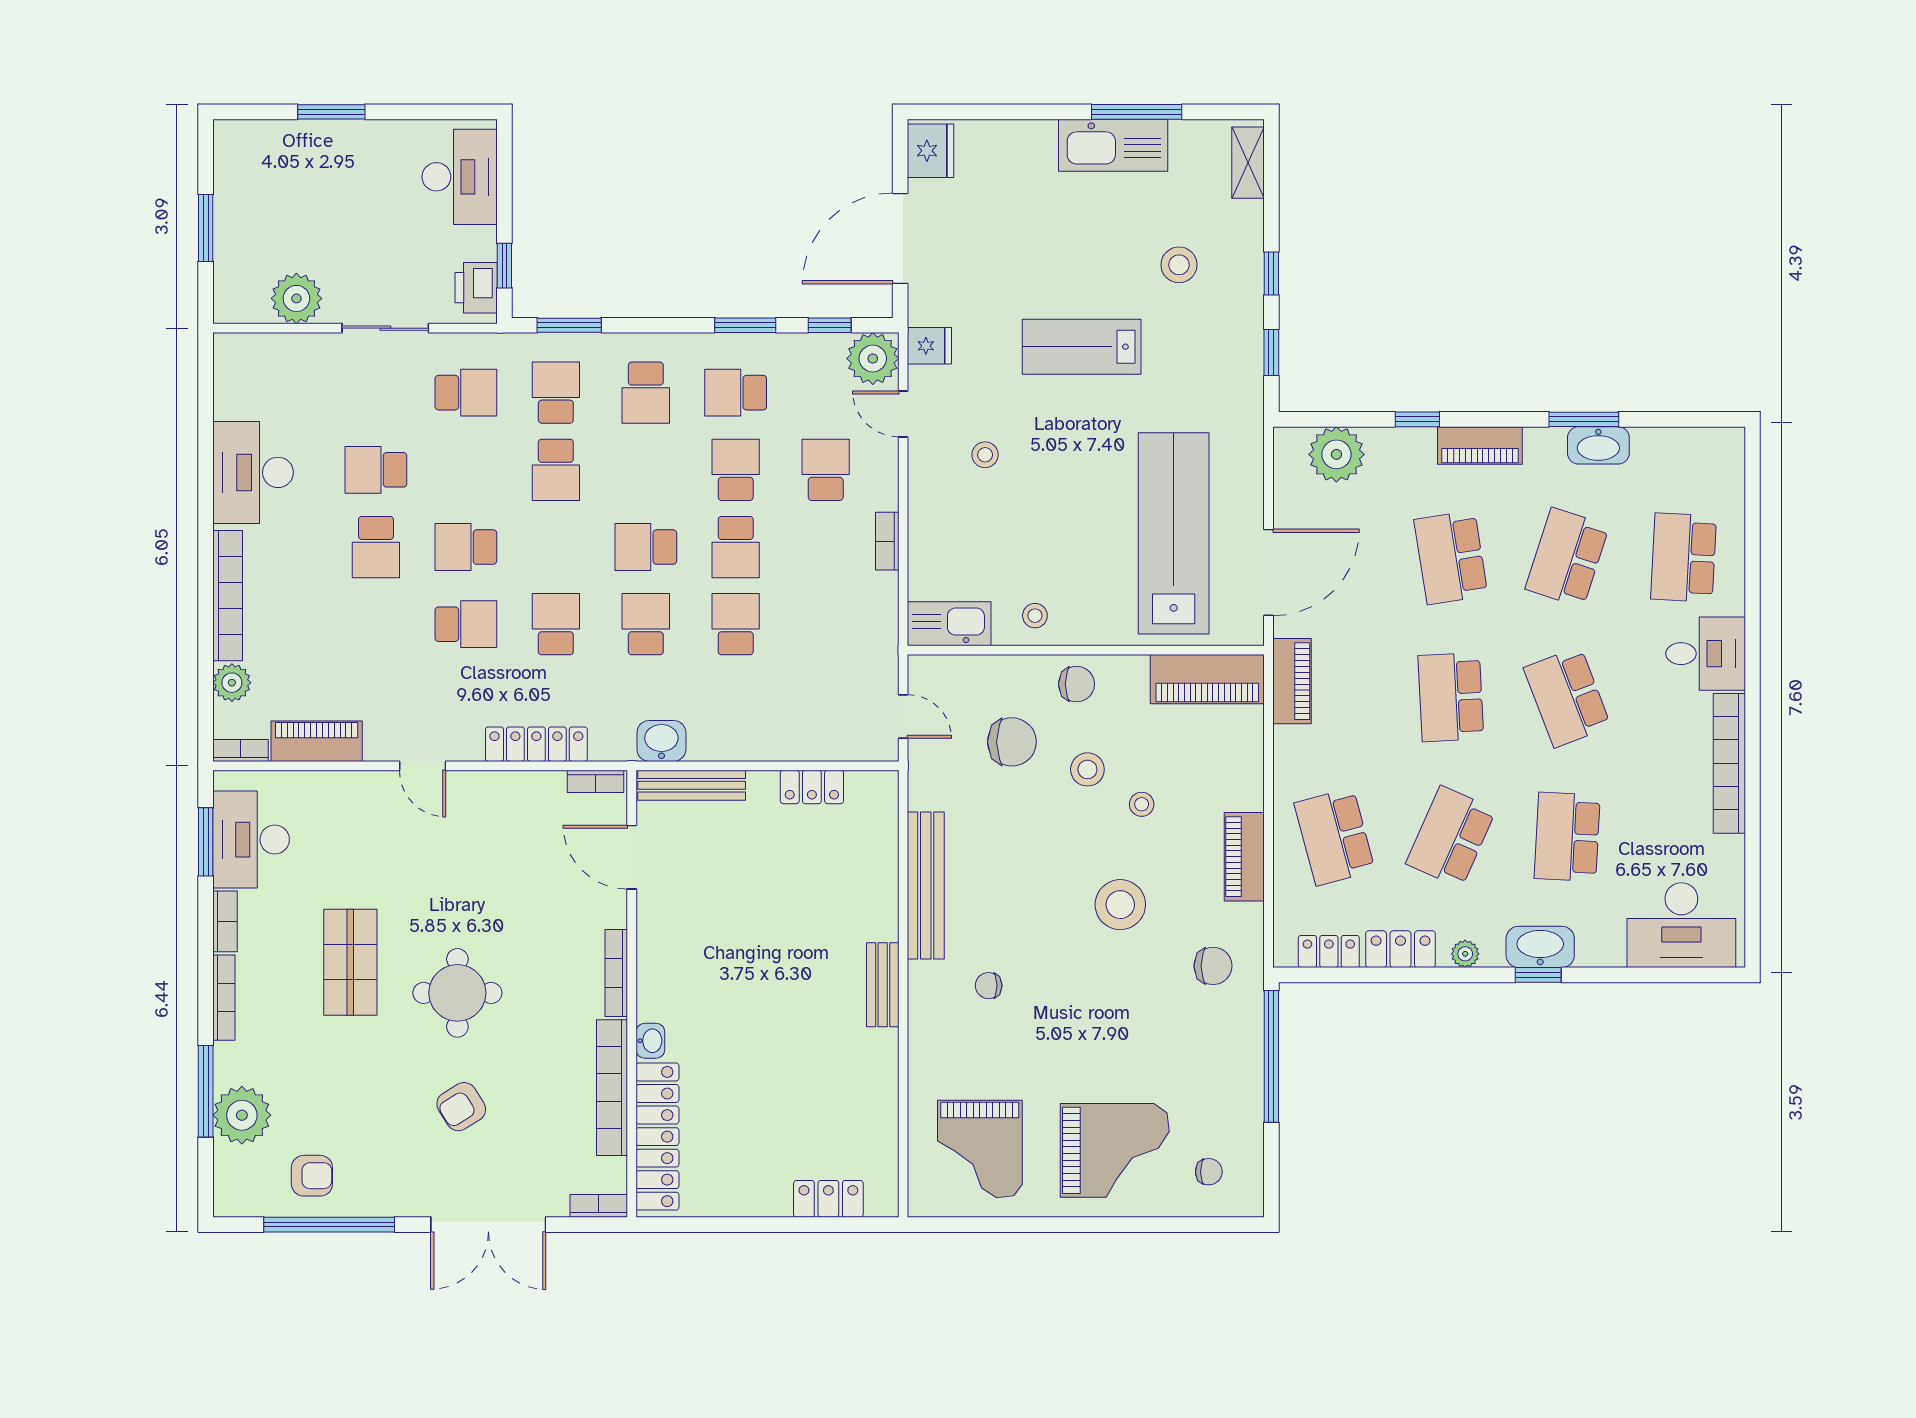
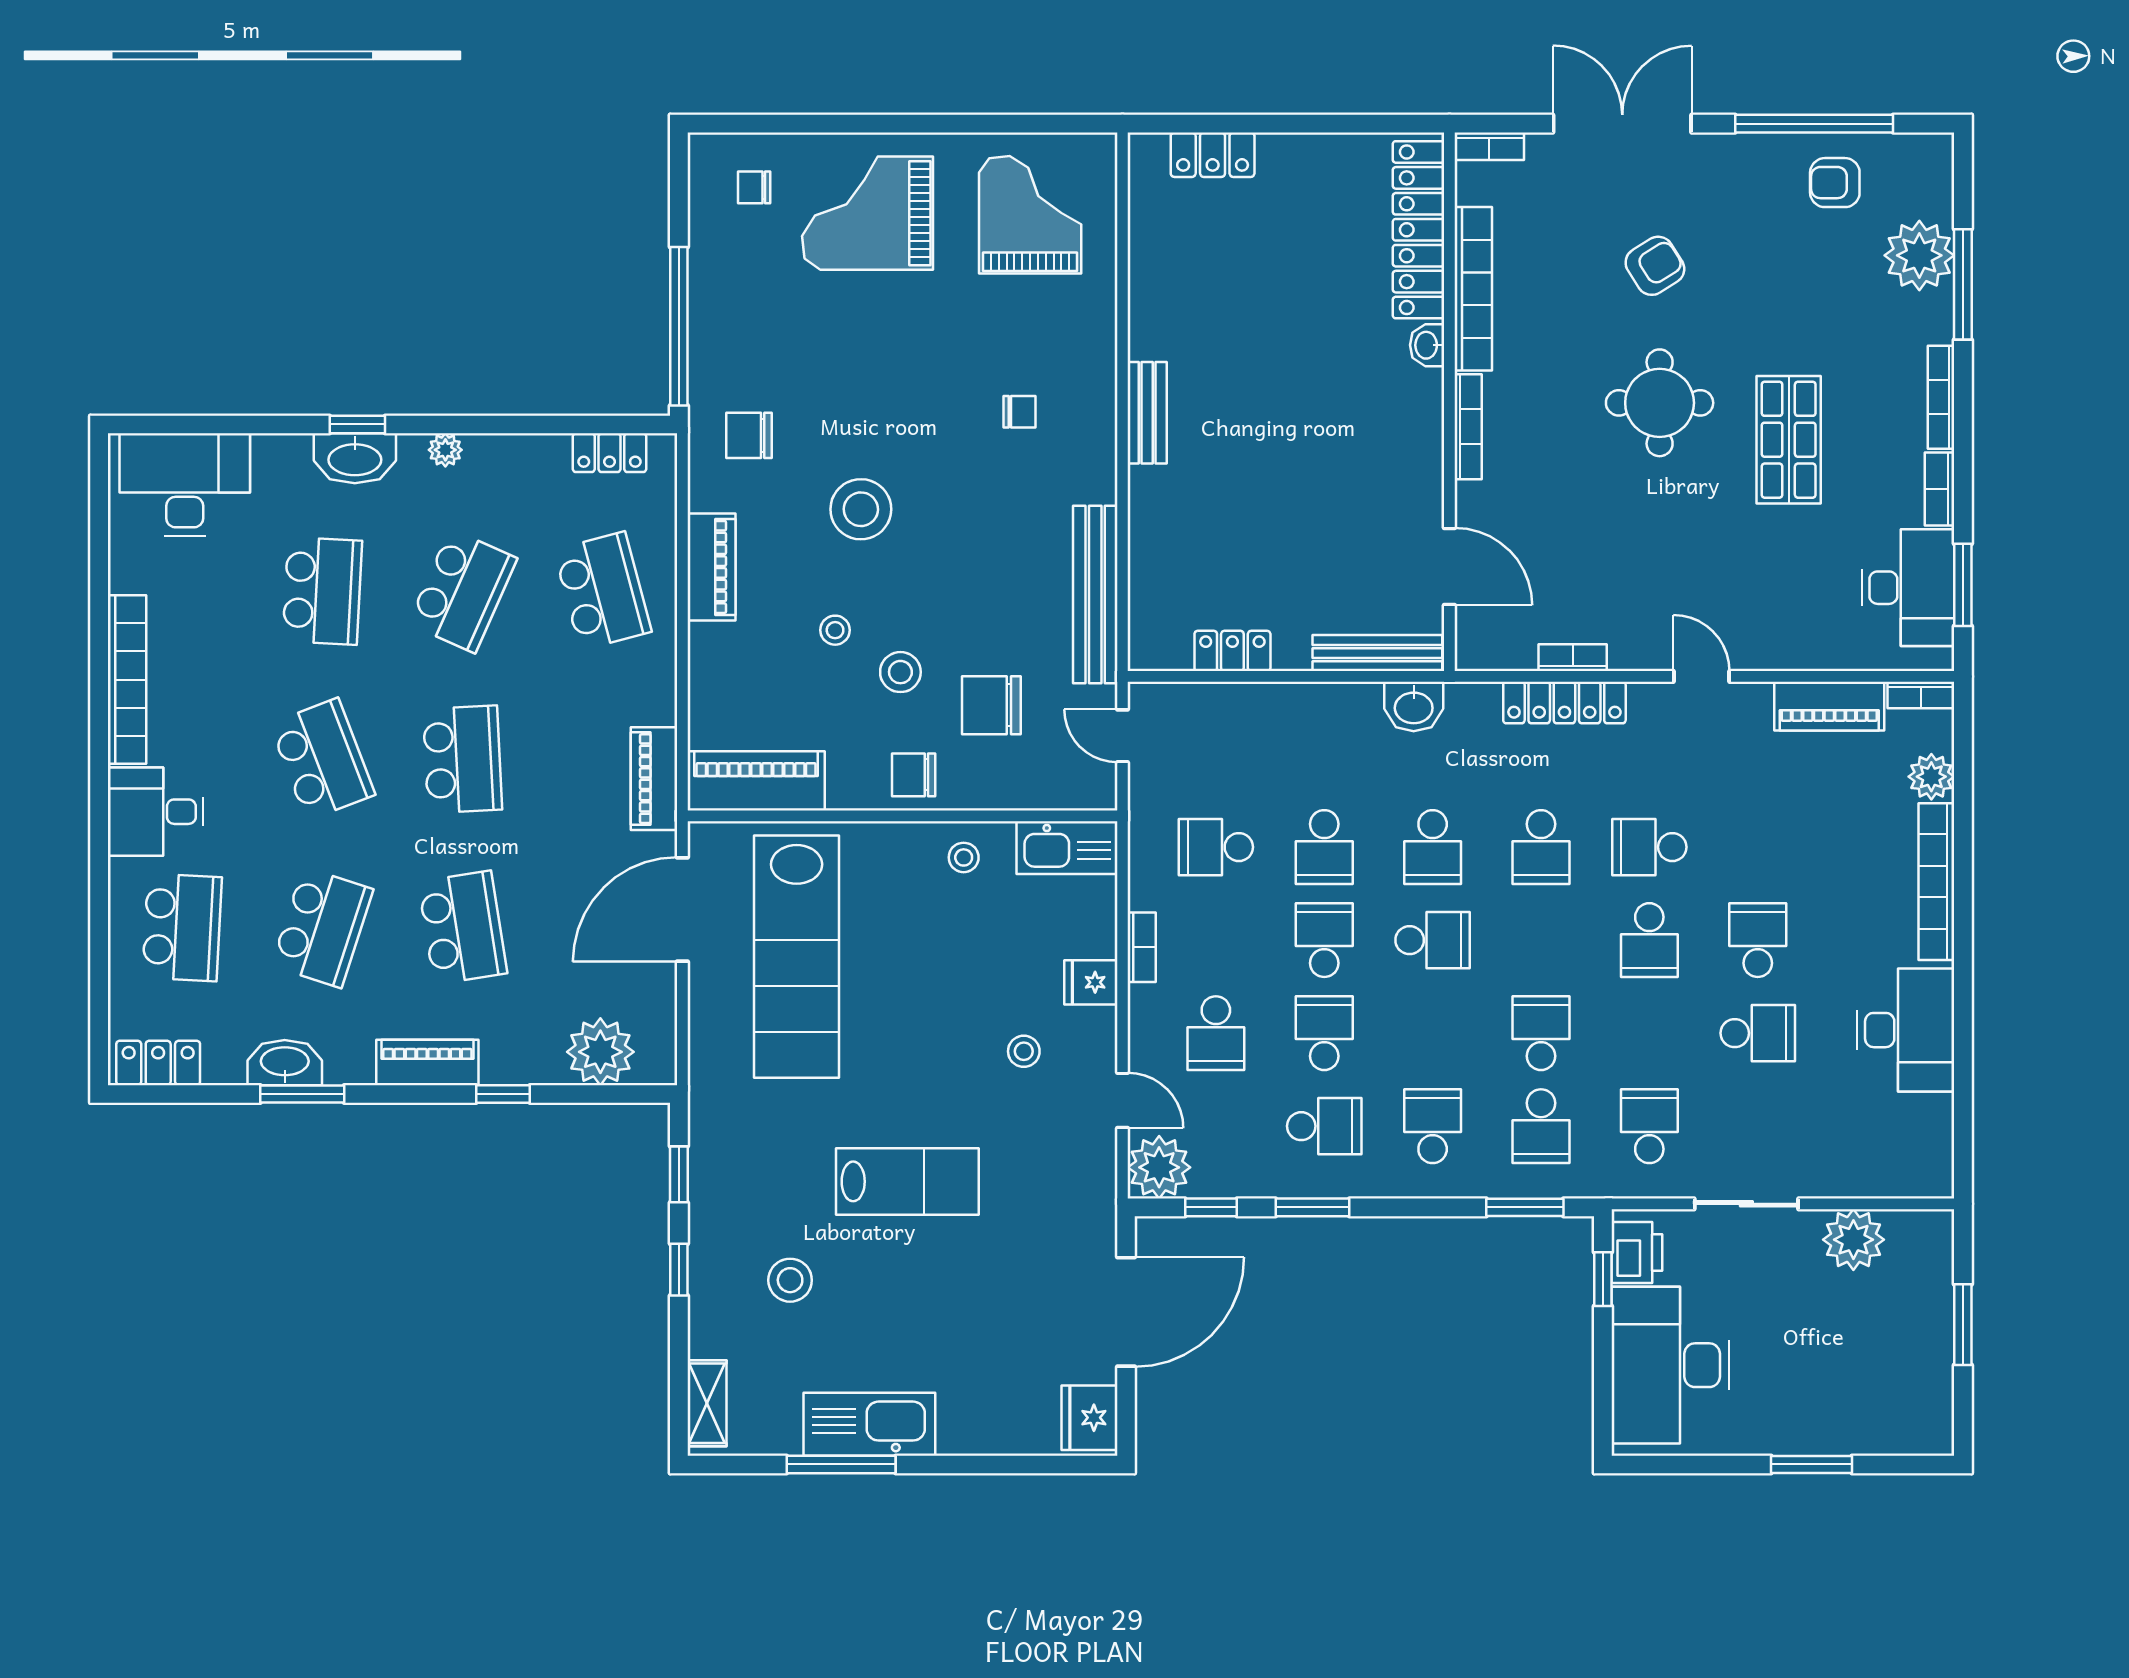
desk: (460, 177) -> (1670, 1365), width x1.36, depth x1.30
fridge: (929, 346) -> (1091, 982), moved
school desk: (466, 393) -> (1649, 1126), turned 90
school desk: (736, 470) -> (1324, 1033), turned 180
school desk: (466, 547) -> (1649, 940), turned 90
school desk: (826, 624) -> (1216, 847), added
bookcase: (595, 781) -> (1573, 658), moved
bench: (926, 885) -> (1095, 594), moved
locker: (1400, 949) -> (158, 1063), moved, turned 180

